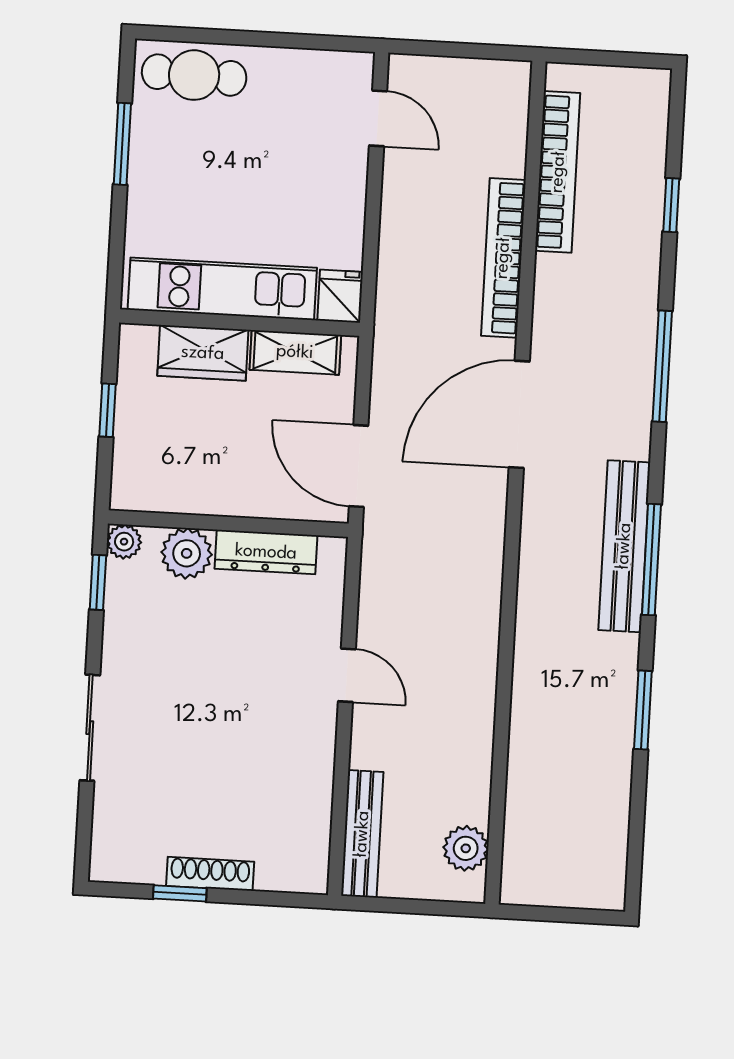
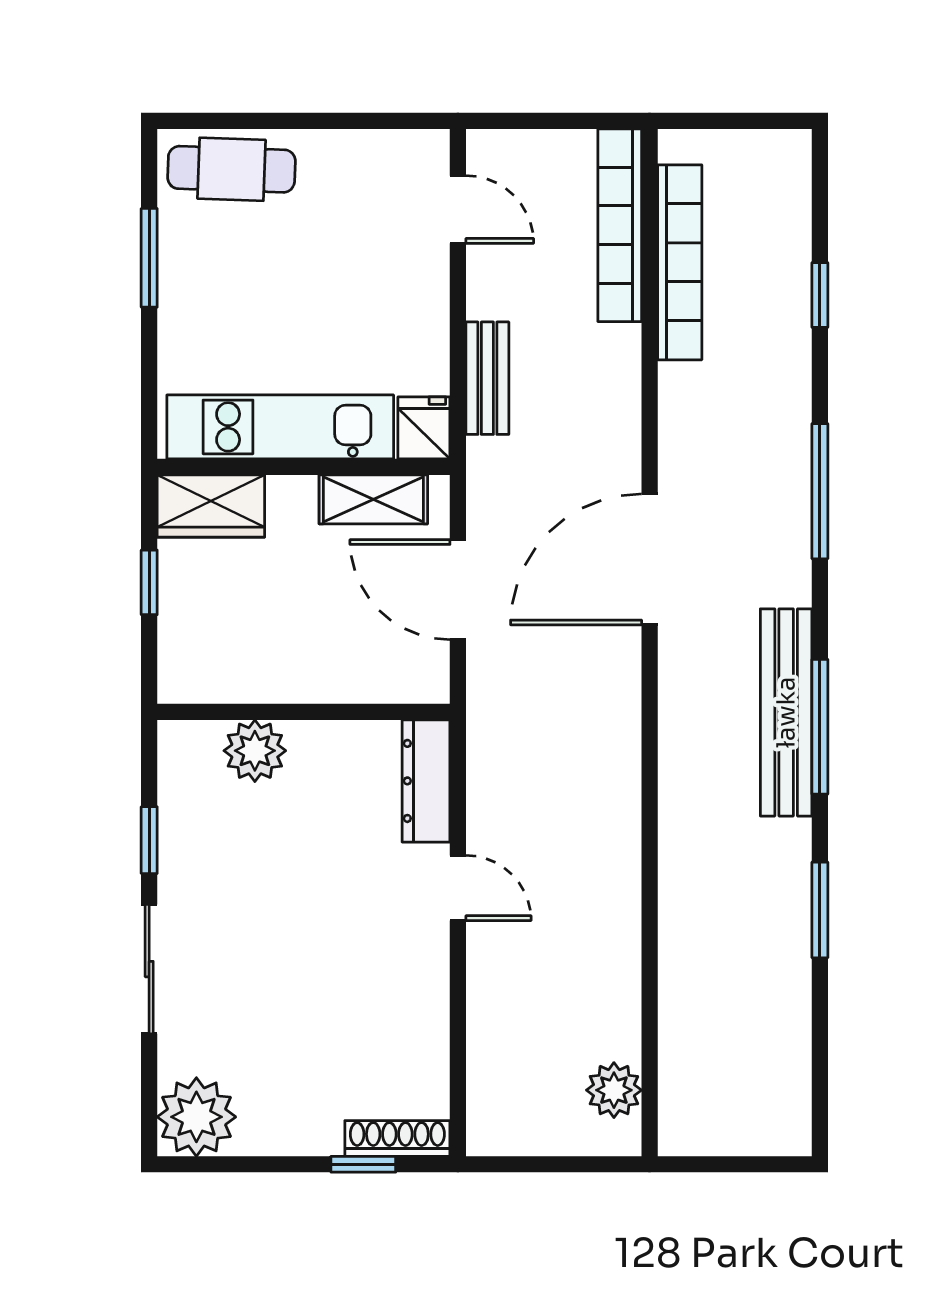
bookcase: (503, 258) -> (620, 225), moved
wardrobe: (203, 353) -> (211, 506), moved
door: (359, 466) -> (458, 590), moved
plant: (124, 542) -> (196, 1117), moved, width x1.88, depth x1.88
dresser: (266, 552) -> (426, 781), moved, turned 90
window: (98, 582) -> (149, 840), moved
bench: (362, 834) -> (487, 378), moved, width x0.73
shoe rack: (210, 874) -> (397, 1138), moved
window: (180, 893) -> (363, 1164), moved

